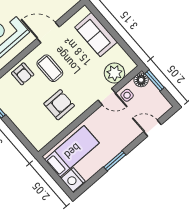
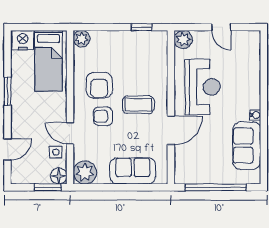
plant: (114, 73) -> (85, 172), moved
armchair: (23, 74) -> (103, 116), moved
door: (107, 97) -> (70, 133), hinge flipped
plant: (39, 142) -> (81, 39), added

